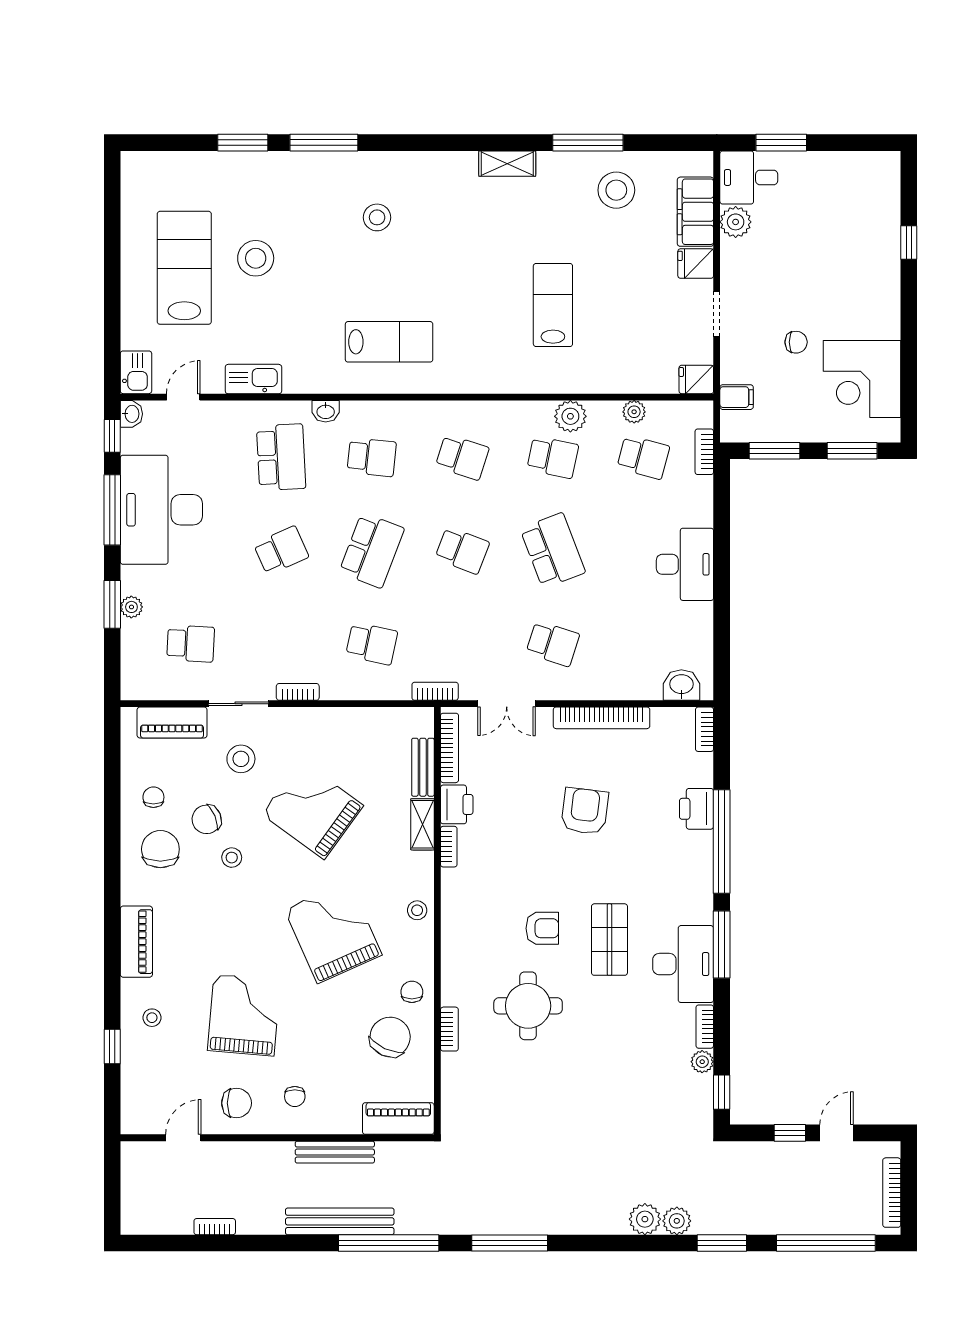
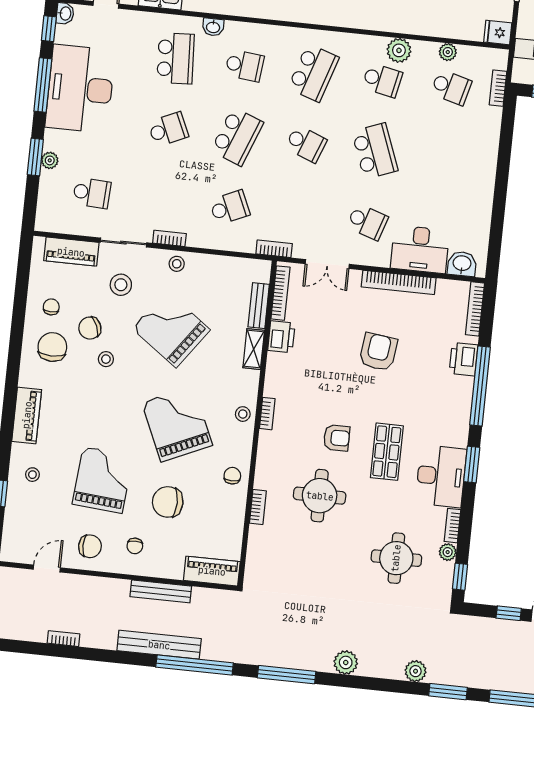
school desk: (462, 457) -> (313, 73), width x1.85
desk: (685, 564) -> (420, 249), moved, turned 90
school desk: (372, 644) -> (230, 207), turned -36
stool: (311, 724) -> (177, 264), added
bookcase: (705, 729) -> (475, 309), width x1.56
bookcase: (449, 847) -> (267, 414), moved
window: (722, 945) -> (472, 464), width x0.69
chair: (390, 1037) -> (168, 502), moved, turned -115
round table: (636, 1077) -> (396, 558), added
plant: (645, 1219) -> (346, 662), moved

